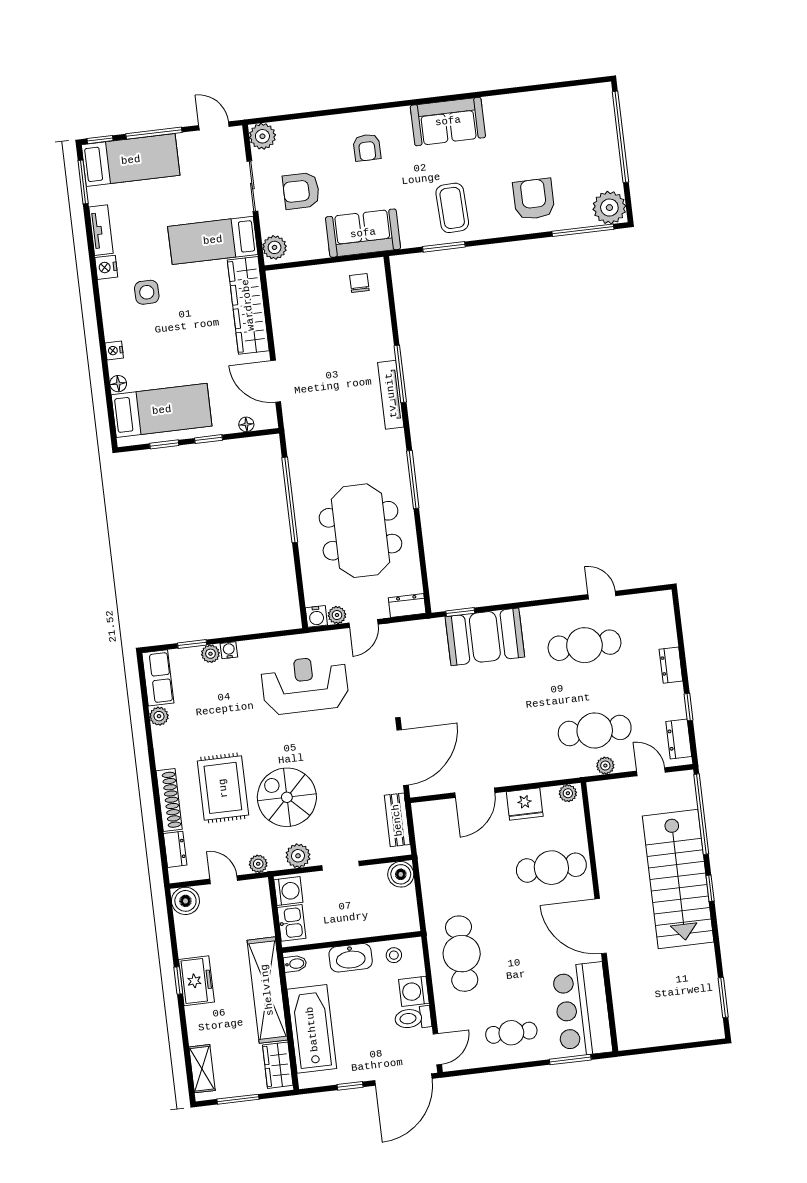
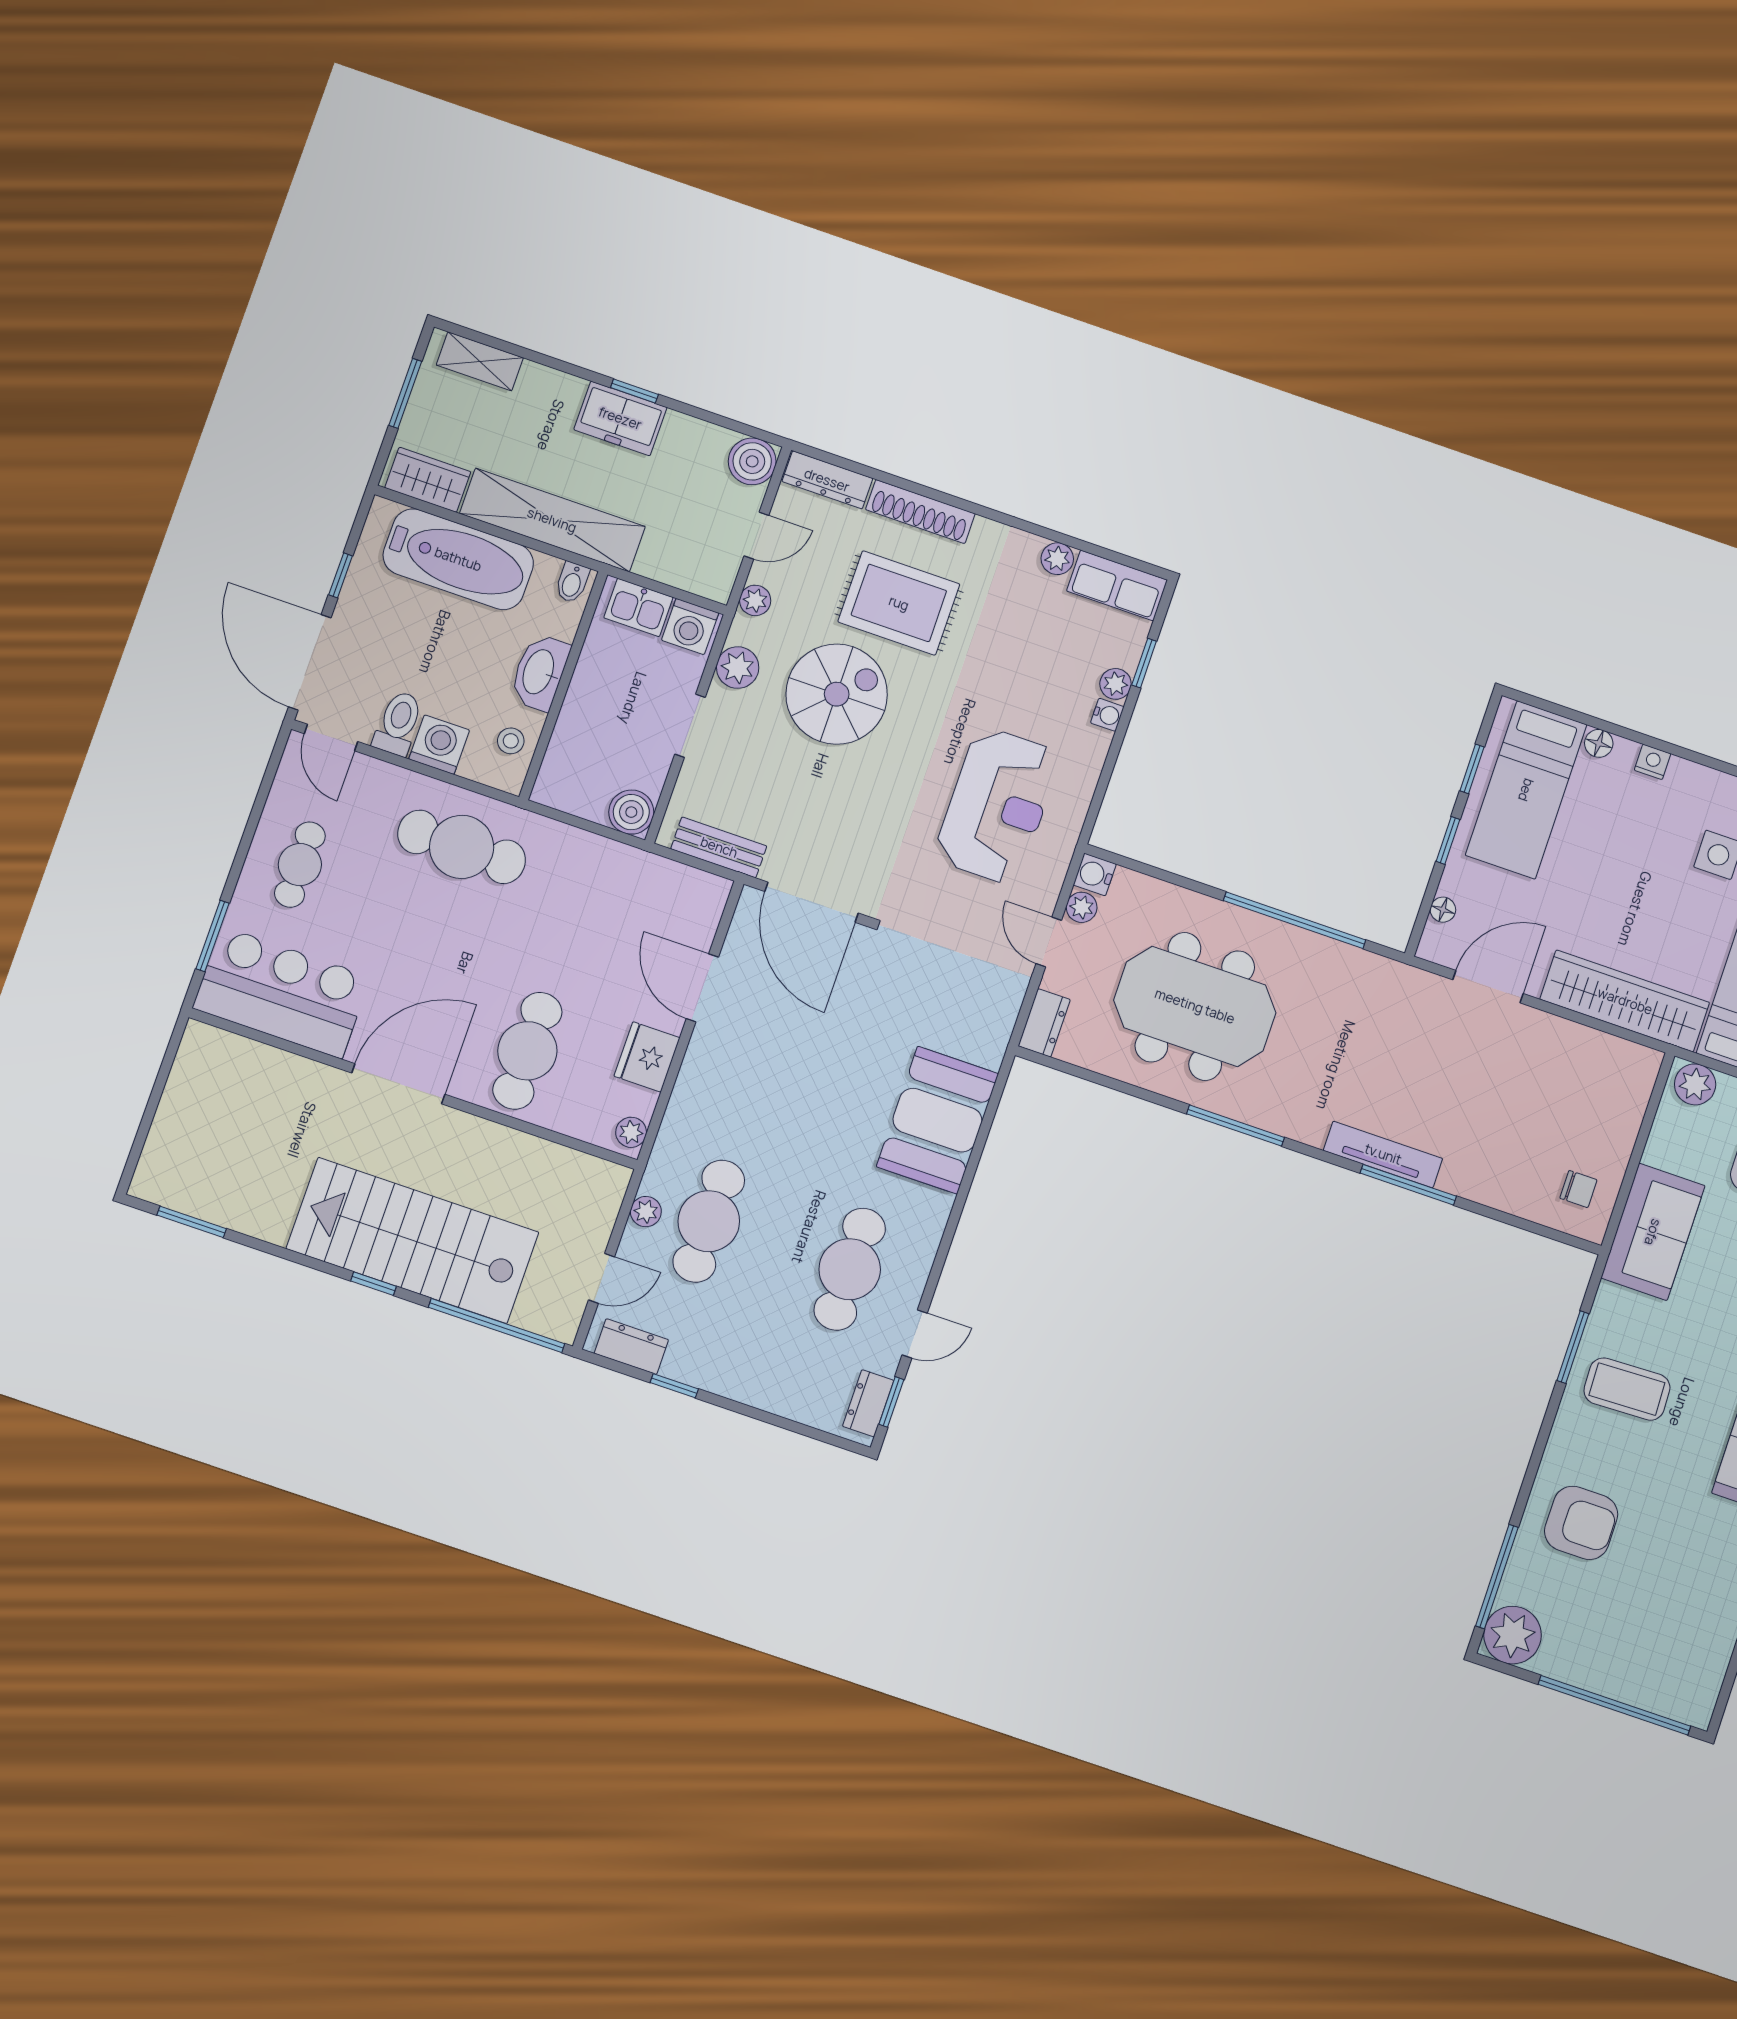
window: (460, 612) -> (891, 1402), moved
dresser: (671, 665) -> (868, 1403), moved, turned -90
dresser: (175, 849) -> (827, 480), width x1.44

